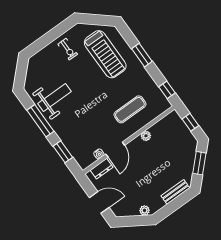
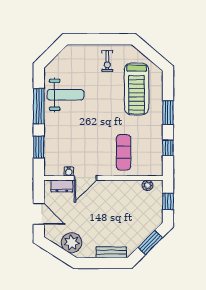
window: (167, 90) -> (168, 148), moved
exercise mat: (130, 109) -> (124, 152), turned 90
plant: (146, 136) -> (148, 185), moved
plant: (145, 210) -> (72, 243), width x1.87, depth x1.87

